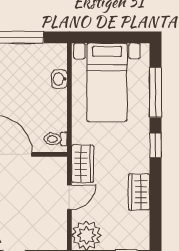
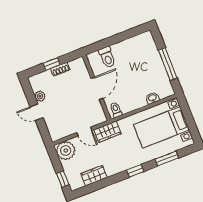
window: (155, 92) -> (167, 158), width x0.69
wardrobe: (139, 192) -> (94, 176), moved

